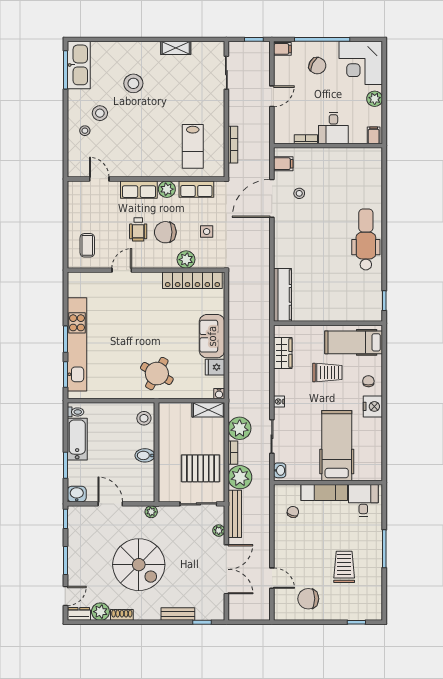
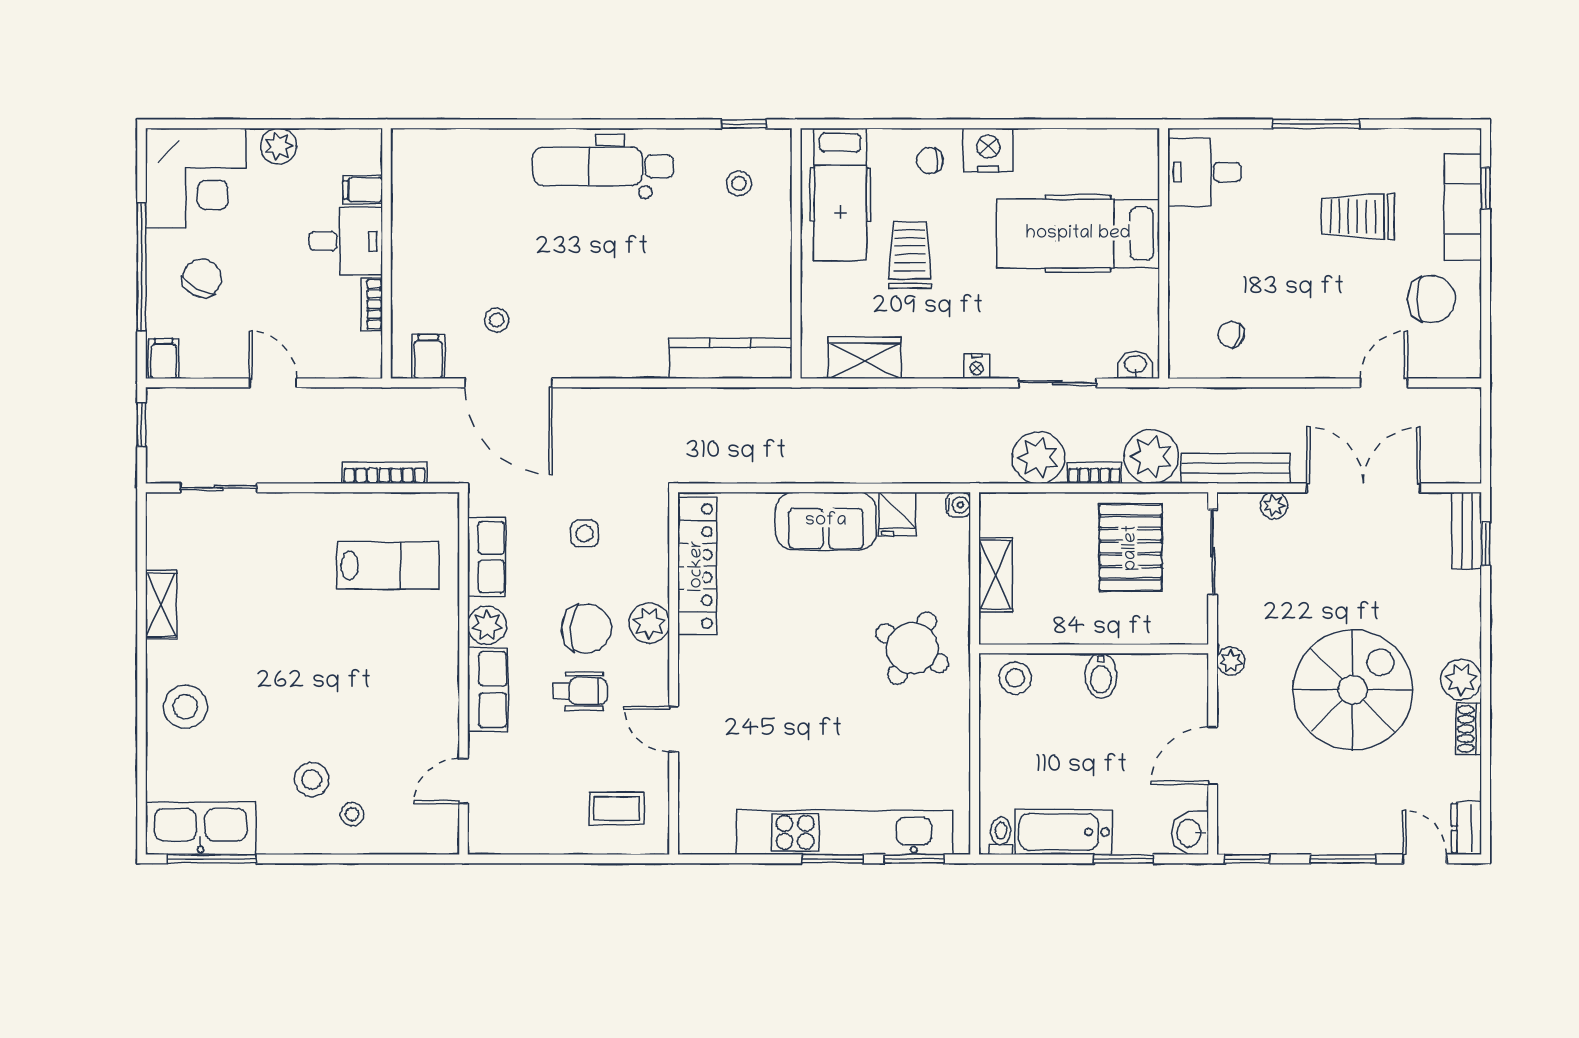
stool: (133, 83) -> (185, 707), moved
filing cabinet: (374, 135) -> (363, 190), moved
chair: (165, 232) -> (586, 629), turned -86
plant: (186, 260) -> (649, 623), moved
stool: (358, 298) -> (739, 183), added
shelving: (208, 410) -> (996, 575), moved
exam couch: (324, 493) -> (1463, 207), moved, turned 180
chair: (308, 599) -> (1431, 299), turned -90
plant: (100, 612) -> (1461, 680), moved
bench: (178, 614) -> (1467, 530), moved

